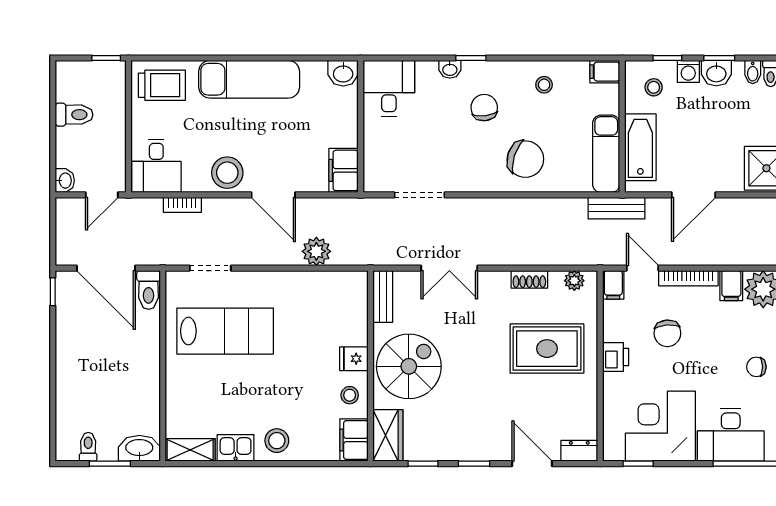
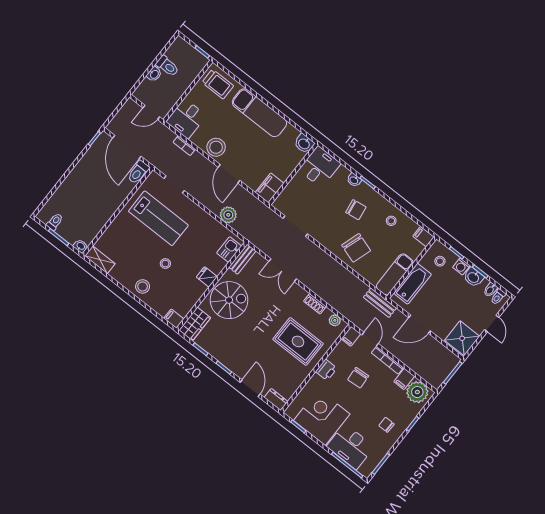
chair: (484, 108) -> (356, 210), turned 89
washbasin: (65, 181) -> (154, 74), moved
stool: (350, 395) -> (165, 264), moved
filing cabinet: (354, 440) -> (174, 319), width x0.50
washbasin: (139, 448) -> (81, 246), width x0.52, depth x0.69
kitchen sink: (236, 448) -> (229, 250), moved, turned -90

